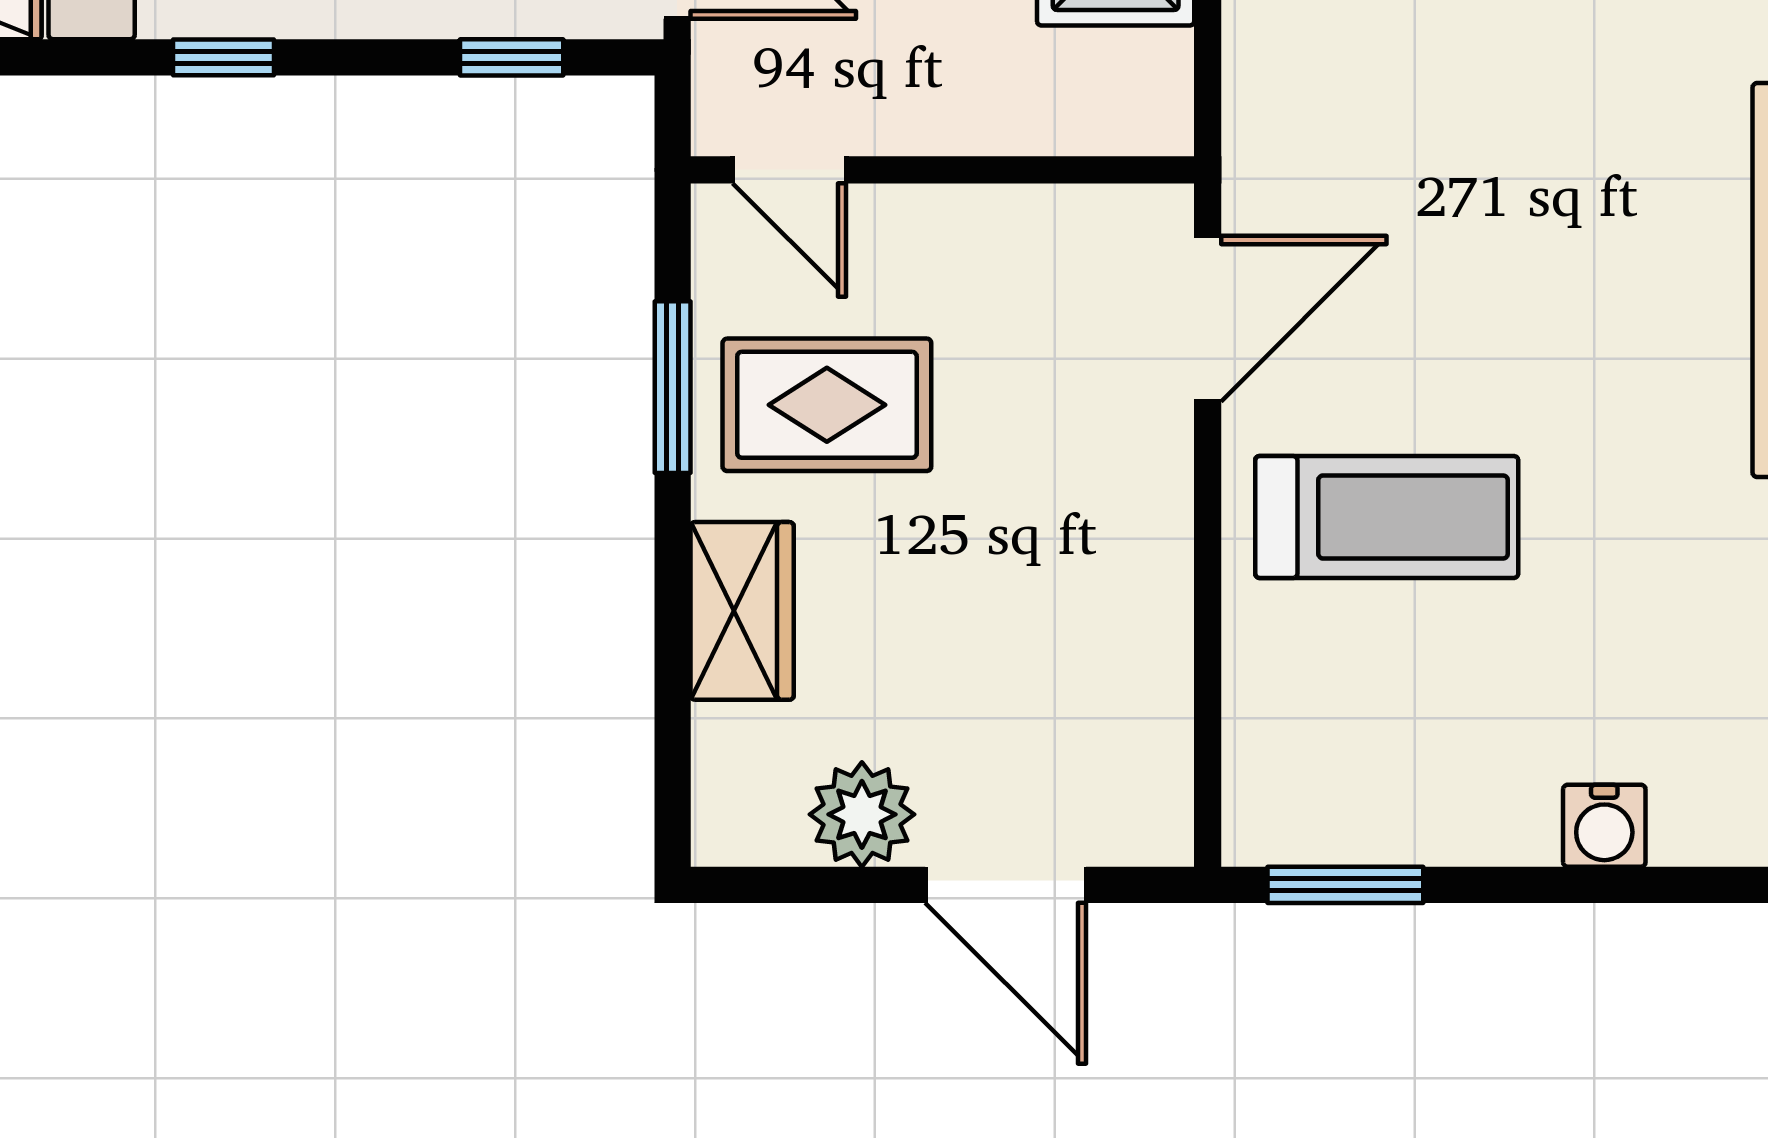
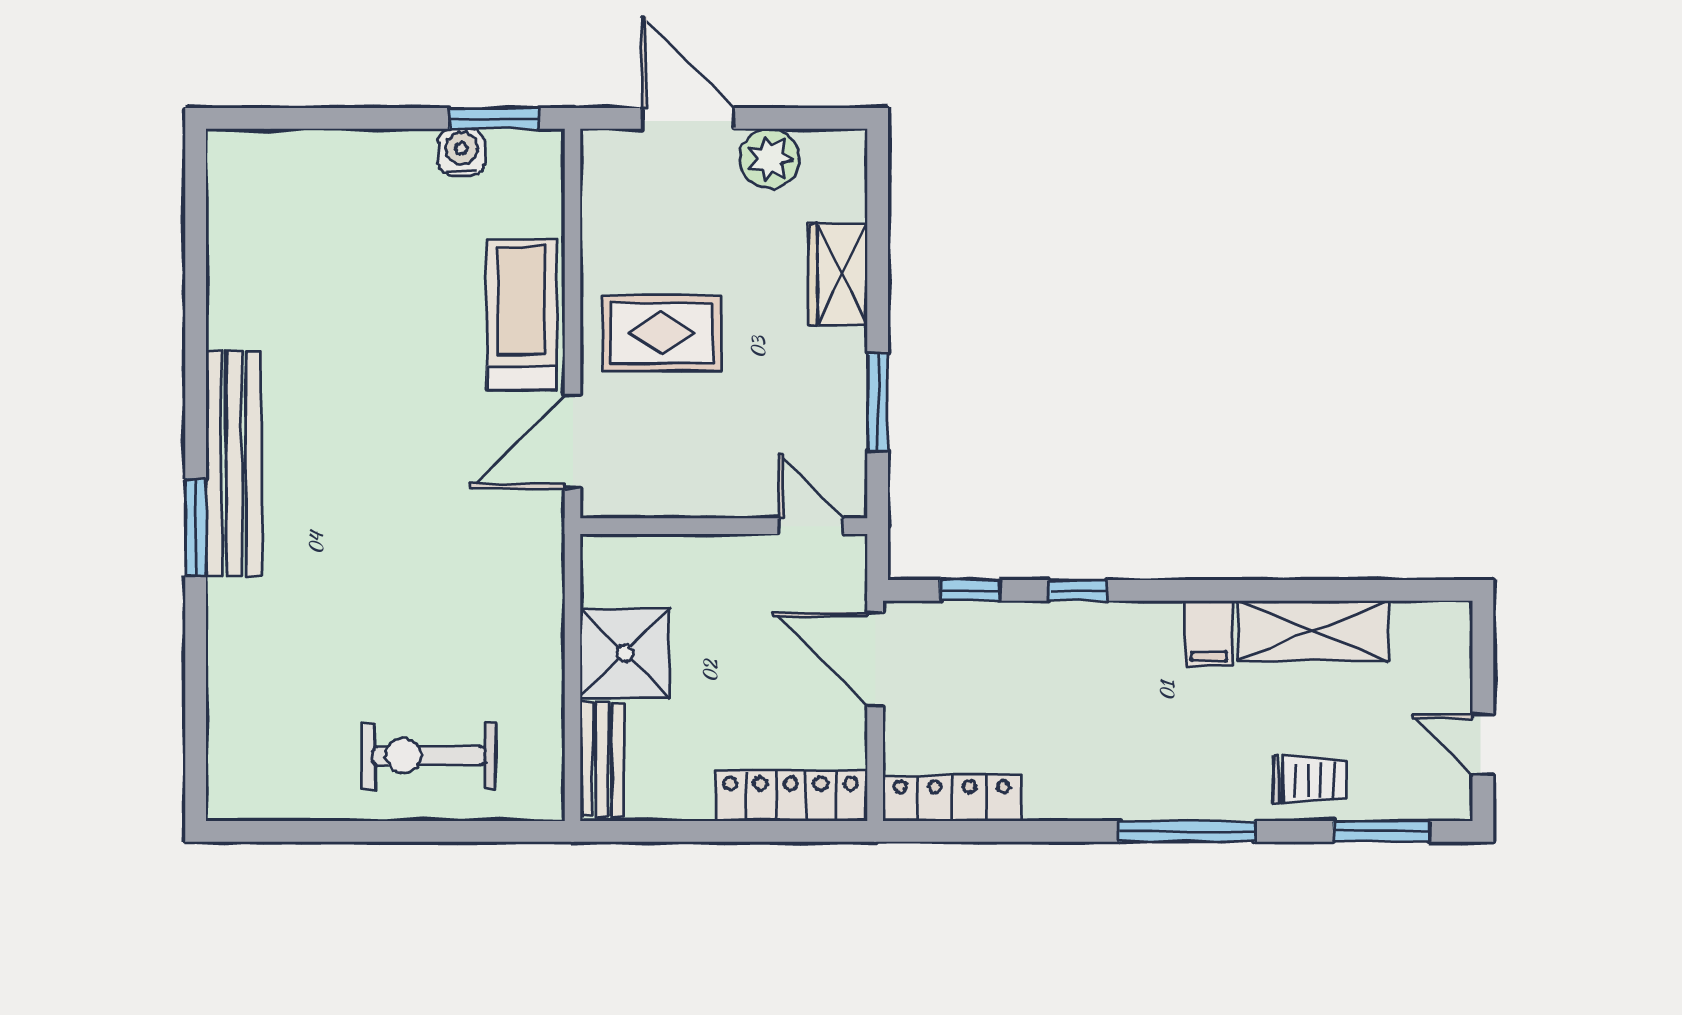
window: (224, 57) -> (1078, 590), moved
rug: (827, 405) -> (662, 333), moved
treadmill: (1387, 517) -> (522, 315), moved, turned 90
water cooler: (1604, 826) -> (462, 152), moved

